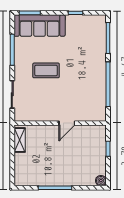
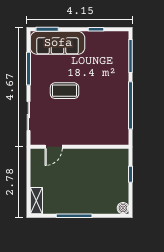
door: (67, 123) -> (54, 147), moved
shelving: (20, 140) -> (36, 201), moved

